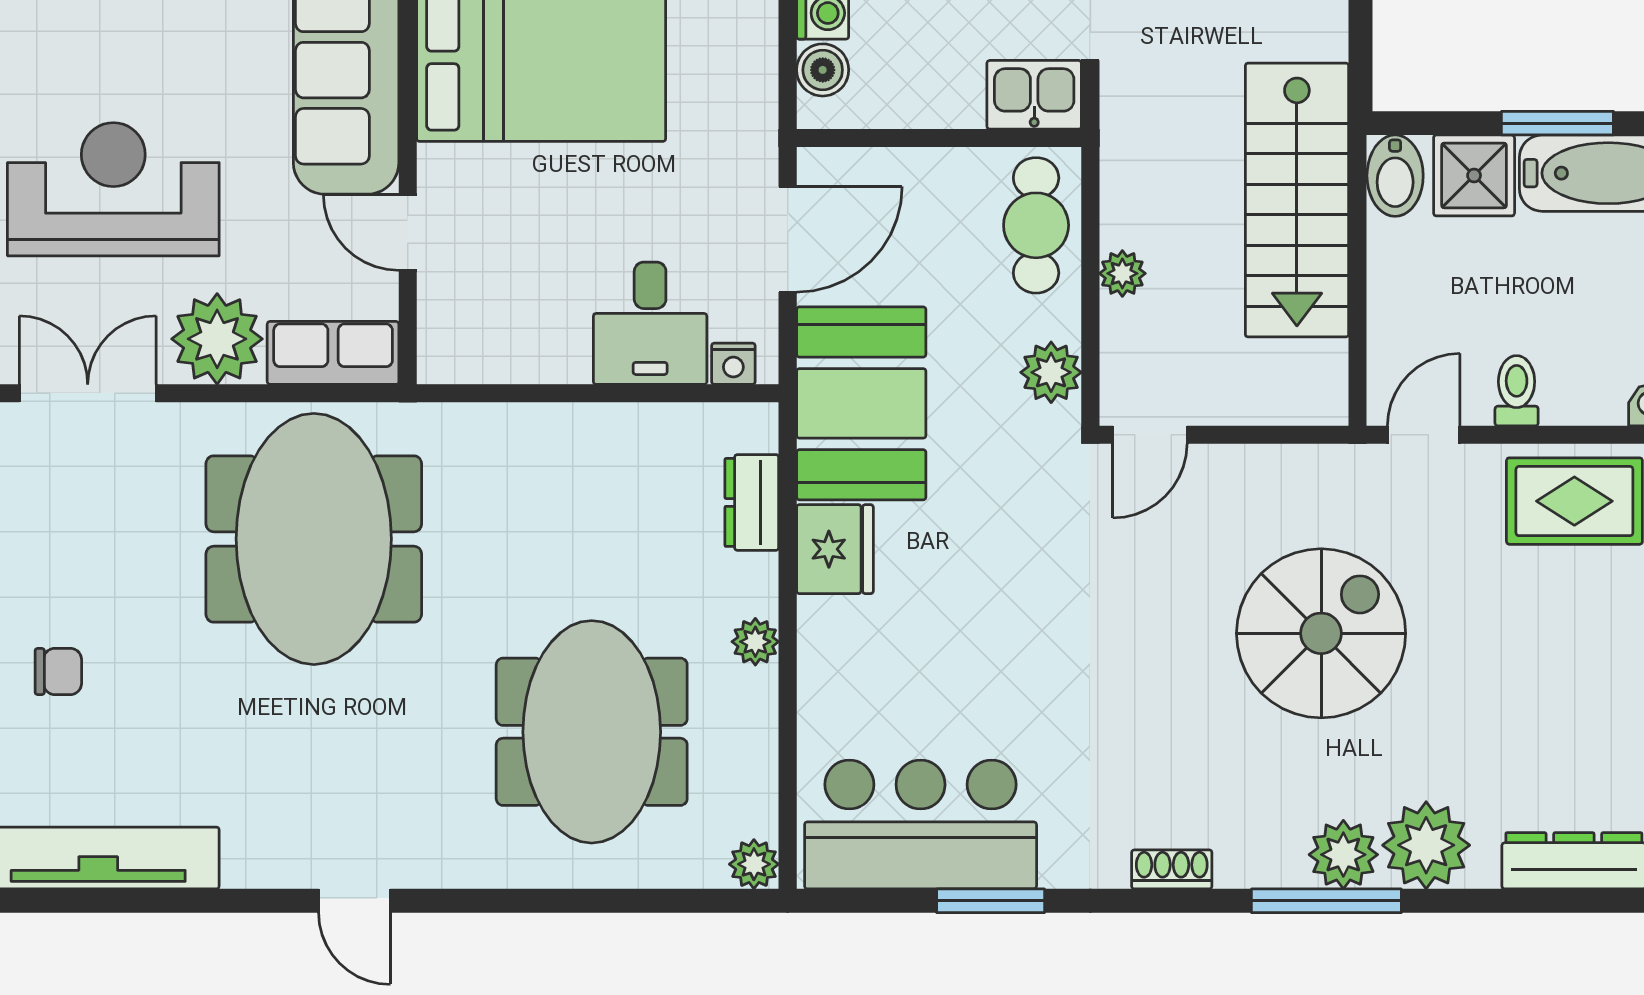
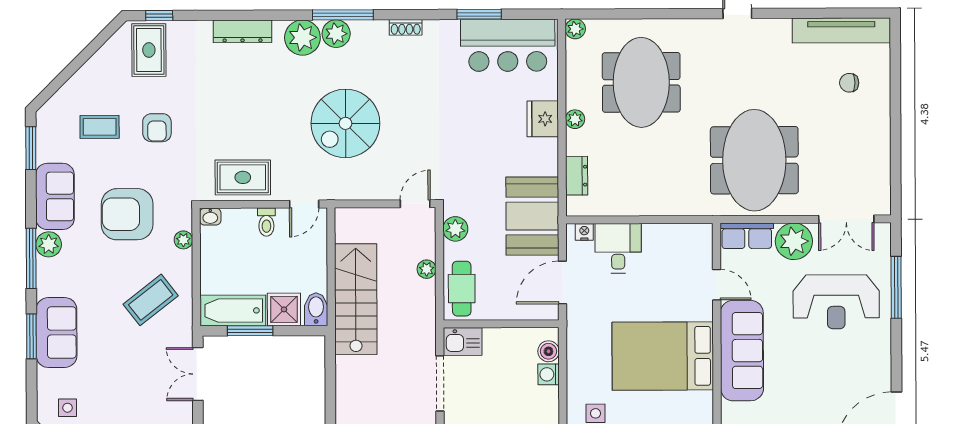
fridge: (835, 549) -> (543, 119), moved
chair: (58, 671) -> (849, 83), moved

